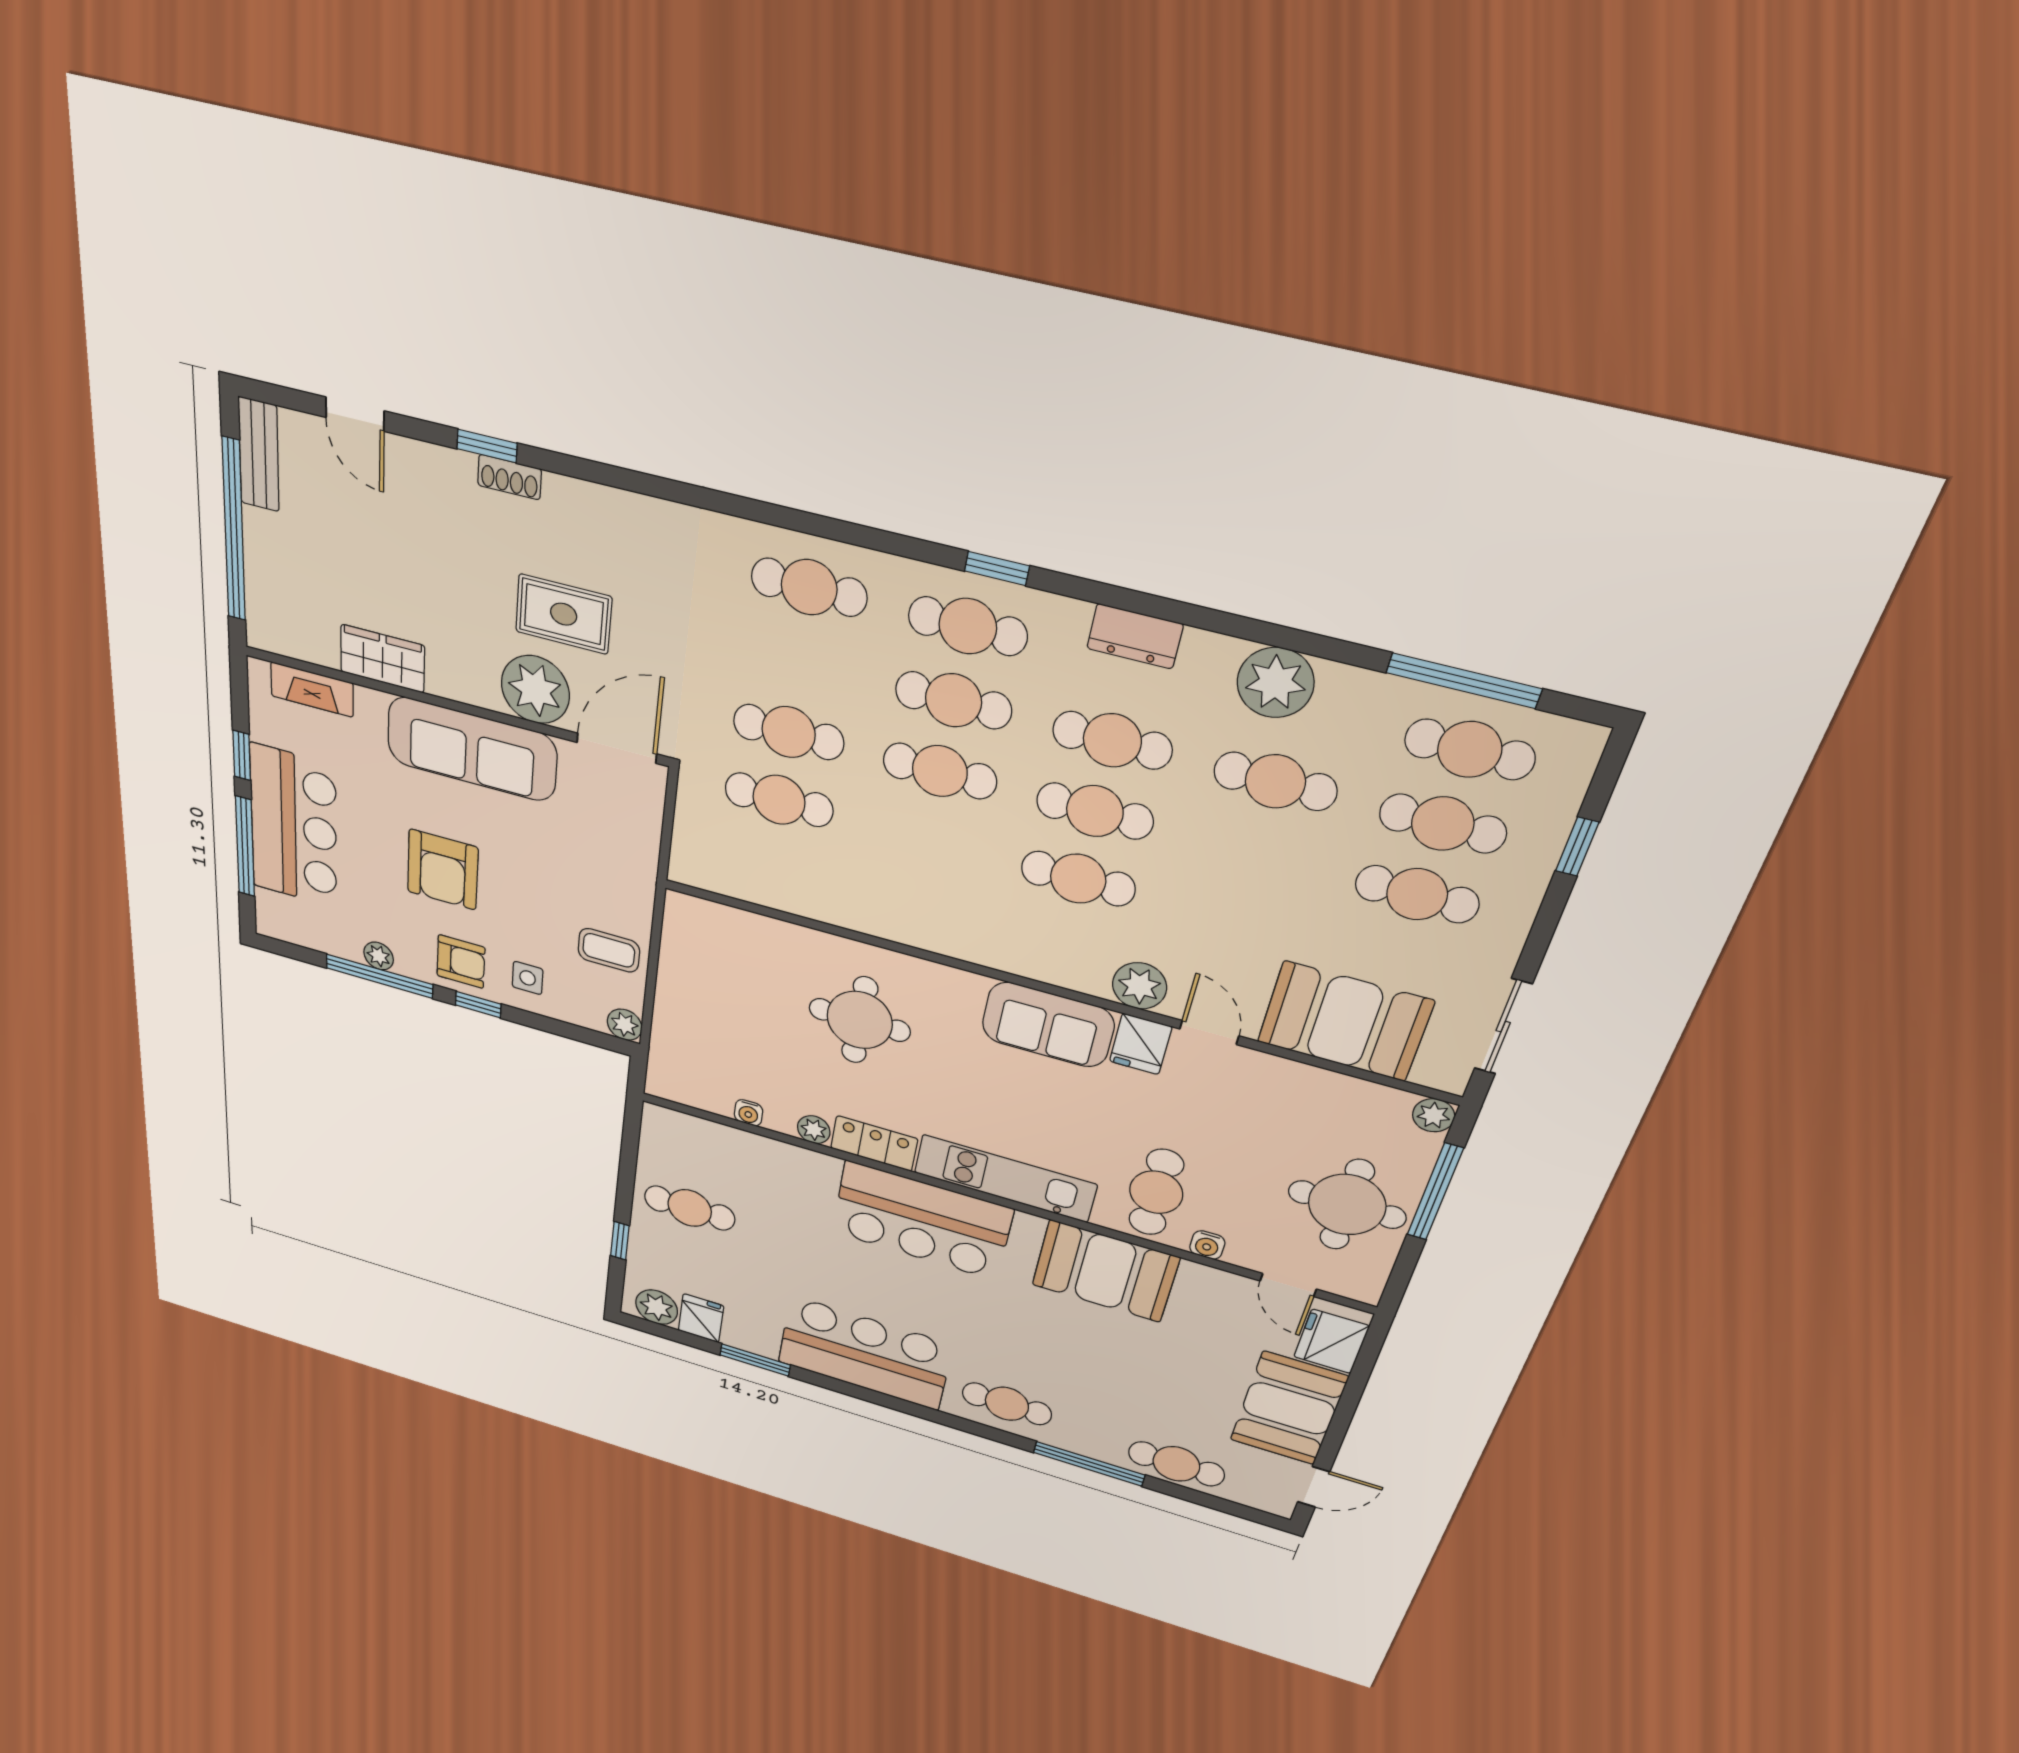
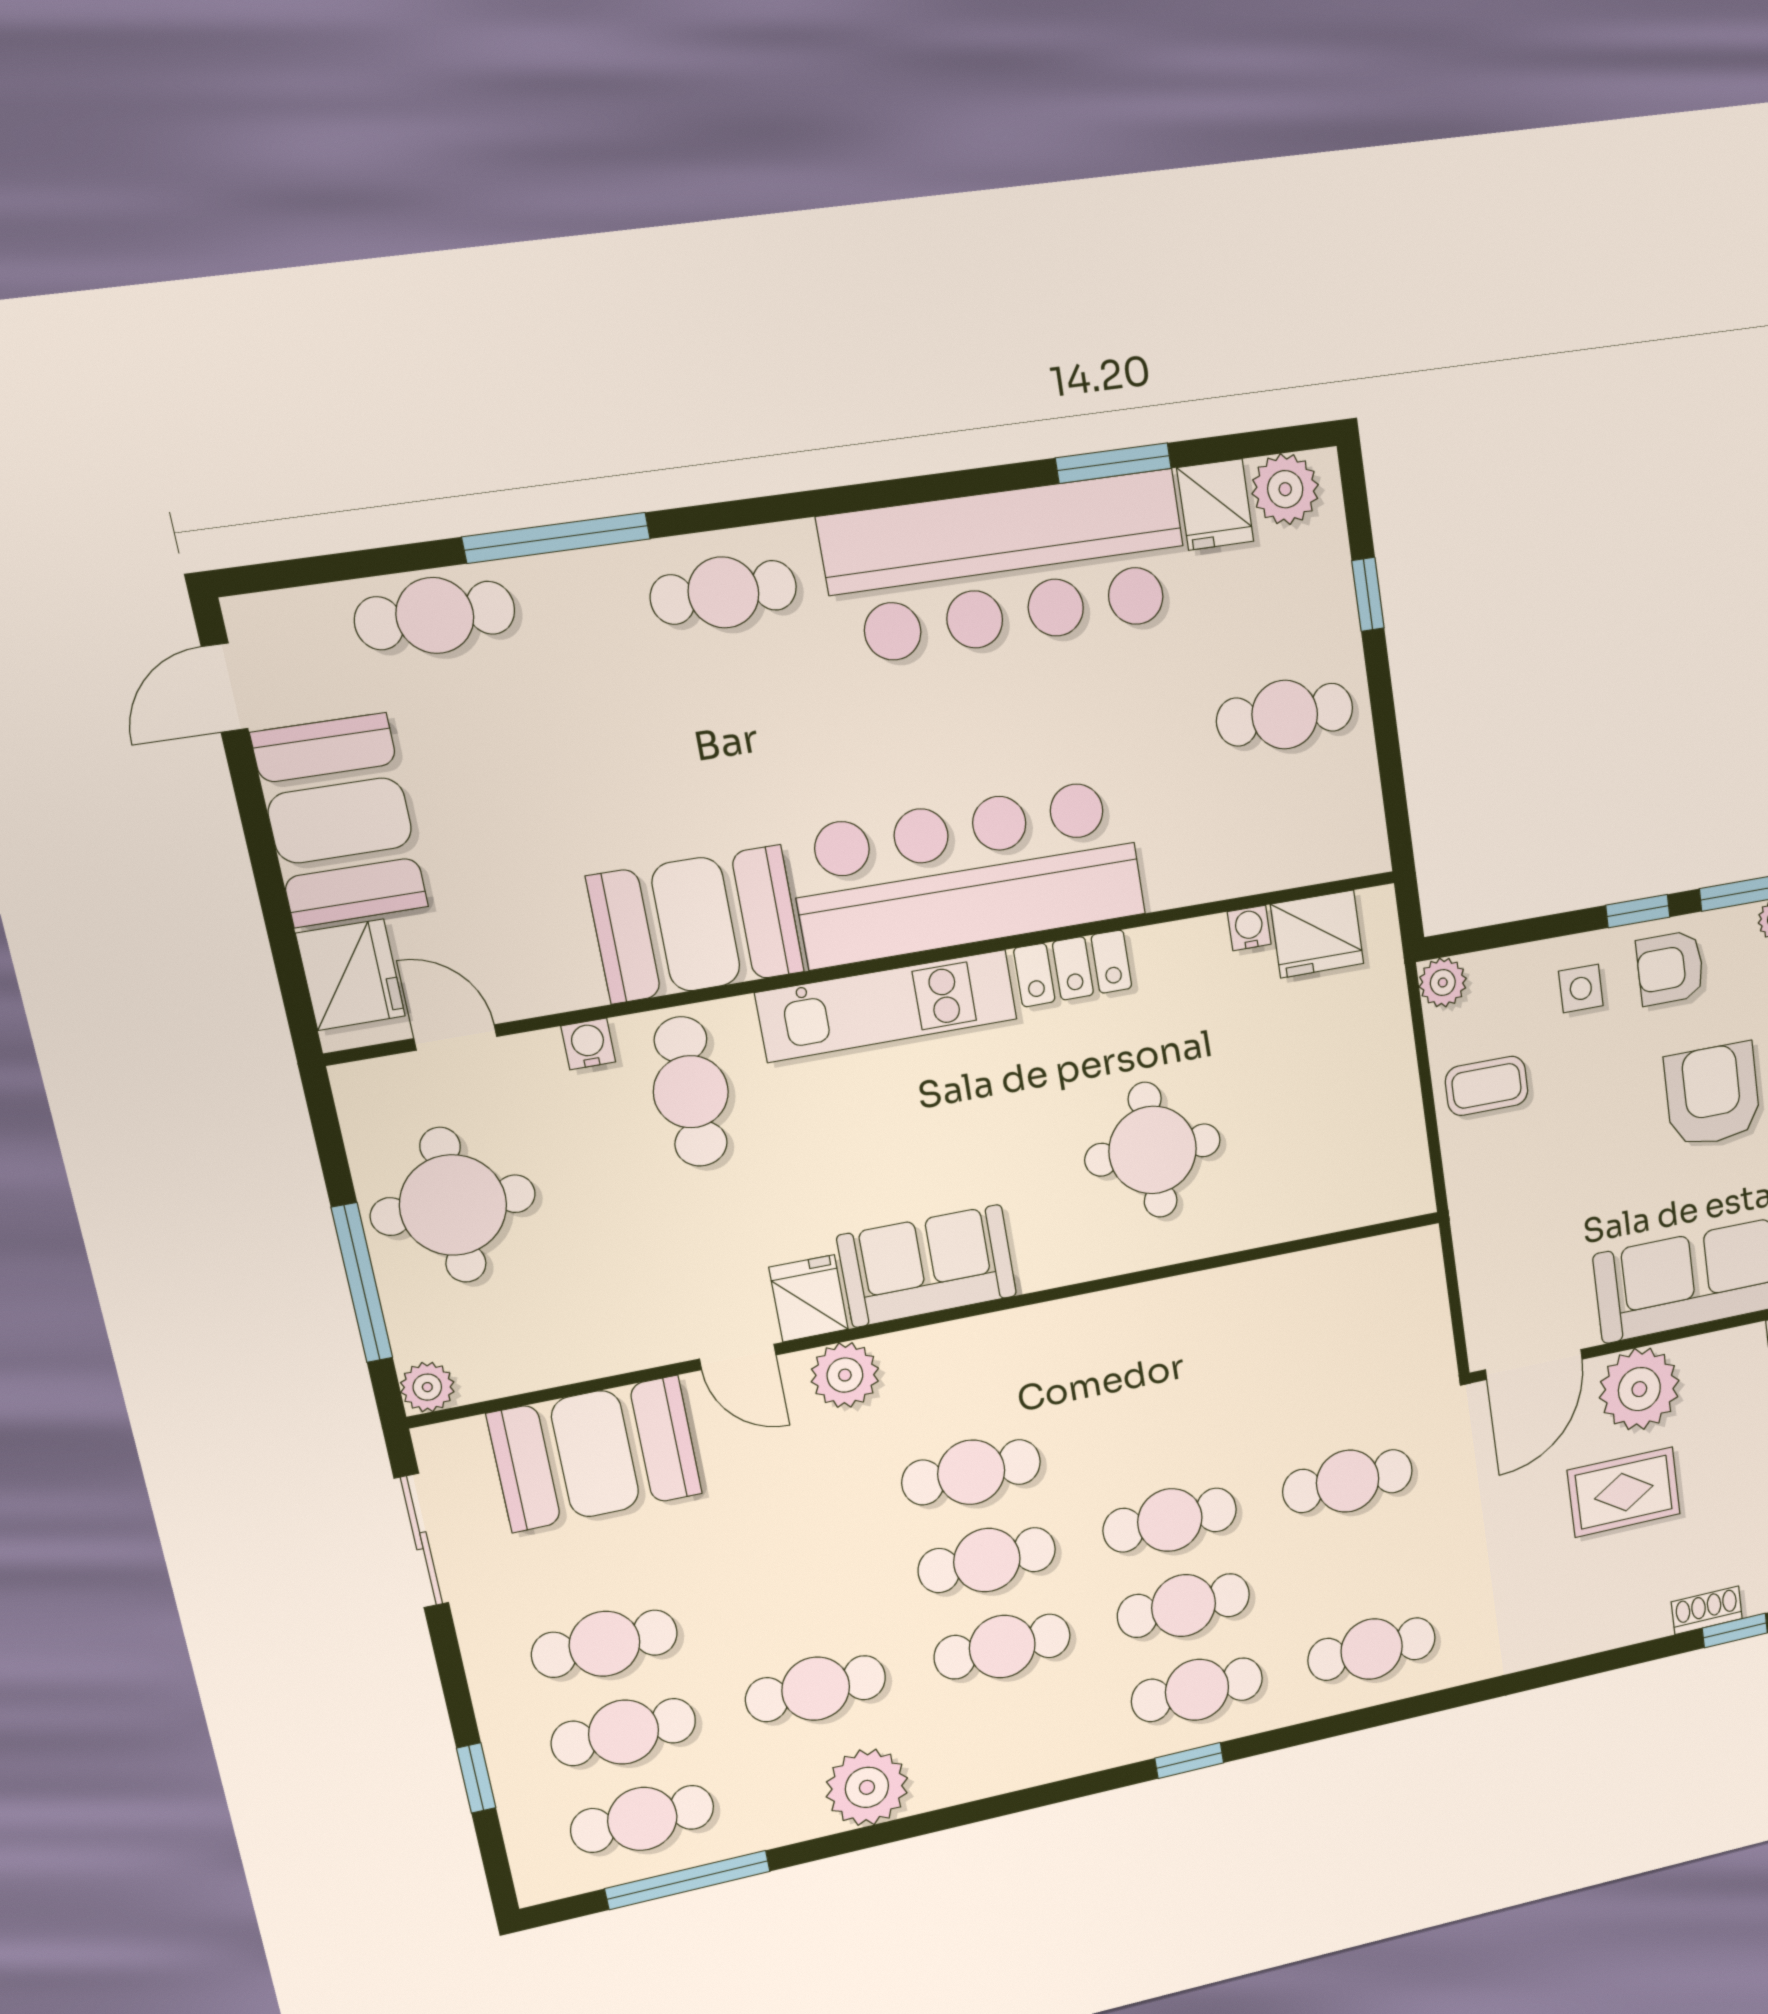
dresser: (1135, 636) -> (1026, 1763), removed
cafe table: (779, 800) -> (1335, 1395), removed
fridge: (704, 1089) -> (1317, 934), added
plant: (814, 1130) -> (1157, 947), removed
bar counter: (922, 1221) -> (968, 873), width x1.36
bar counter: (865, 1353) -> (1008, 567), width x1.36

